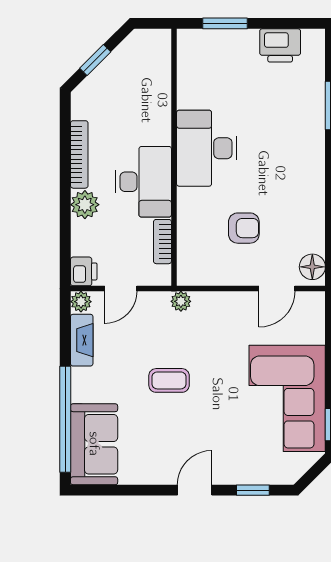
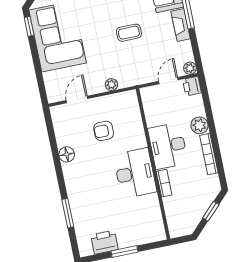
window: (225, 23) -> (124, 251), moved
bookcase: (162, 242) -> (164, 183), moved
floor lamp: (312, 267) -> (67, 154), moved
plant: (181, 301) -> (111, 85), moved
fireplace: (82, 340) -> (181, 25), moved

